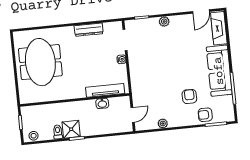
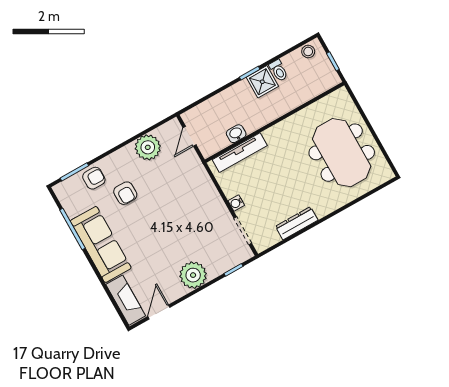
plant: (164, 22) -> (193, 275), width x1.88, depth x1.88
plant: (163, 124) -> (148, 147), width x1.88, depth x1.88

